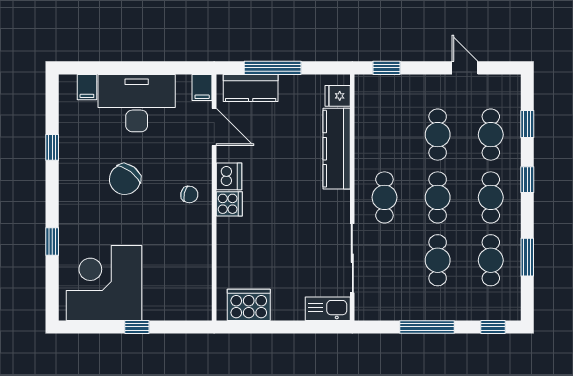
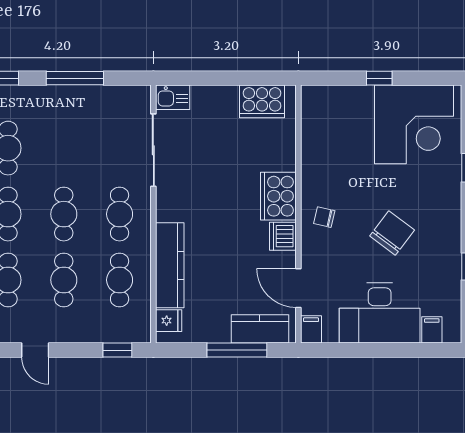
cooker: (229, 204) -> (278, 196), width x1.87, depth x1.31
cafe table: (438, 260) -> (120, 280), moved
kitchen sink: (328, 309) -> (173, 97), width x0.73

